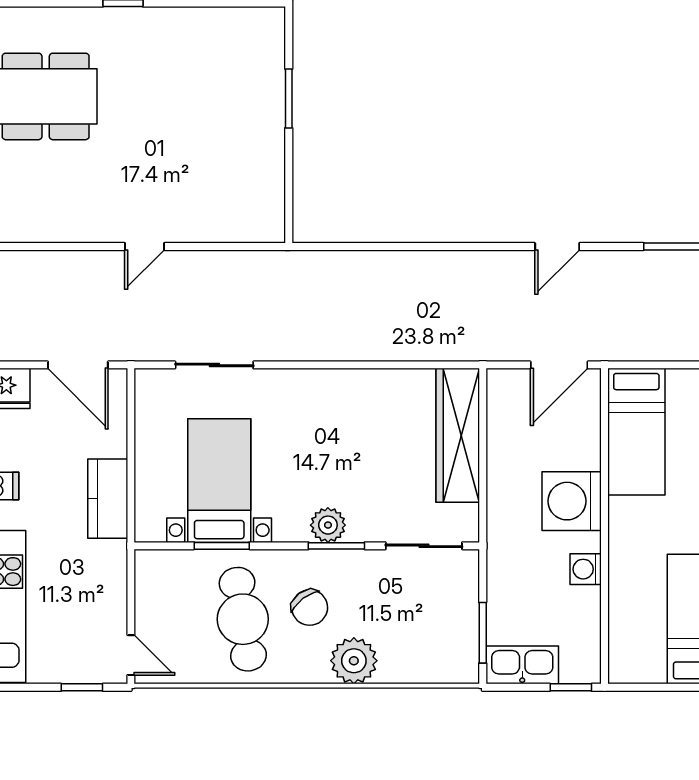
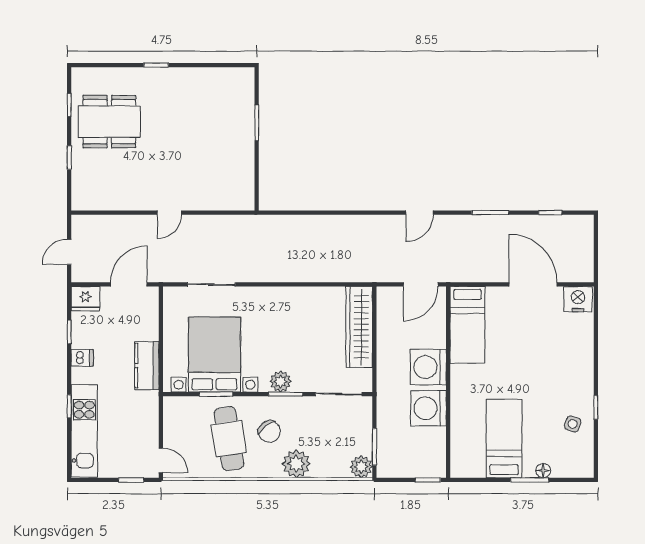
door: (78, 365) -> (129, 284), swing flipped
bed with nightstands: (219, 481) -> (215, 355), width x1.36
washing machine: (586, 569) -> (428, 408), width x1.89, depth x1.89
kitchen sink: (522, 665) -> (398, 466), removed
plant: (461, 666) -> (361, 467), added

